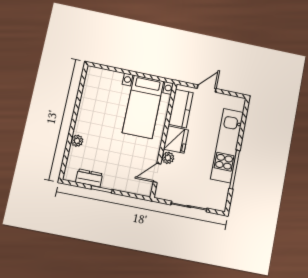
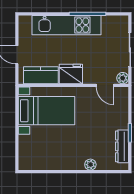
plant: (168, 158) -> (123, 78), moved
dresser: (89, 178) -> (122, 146), width x1.44

